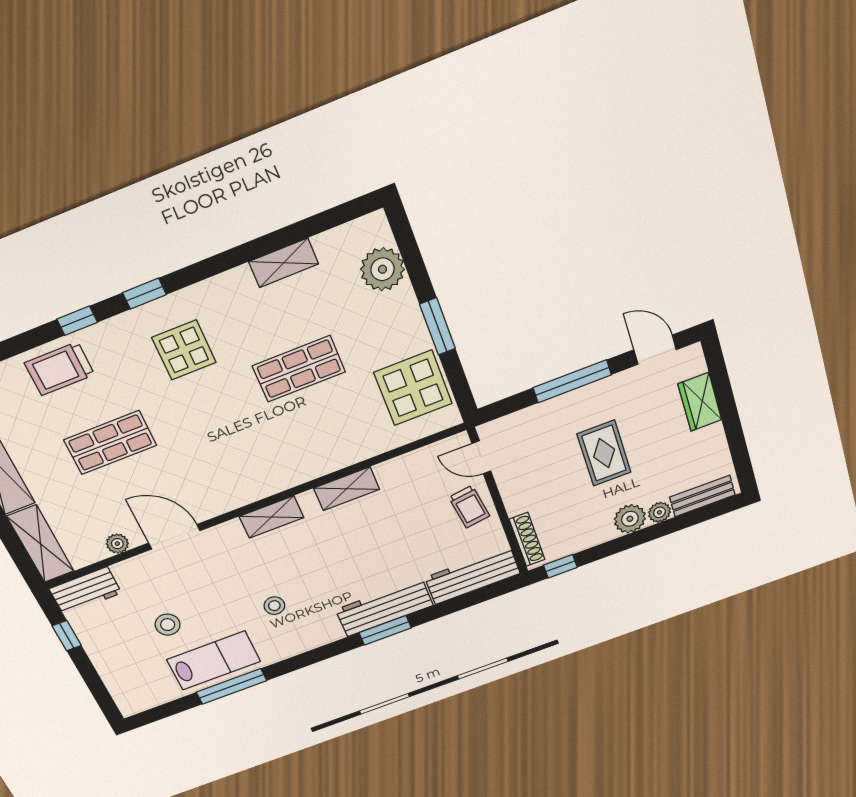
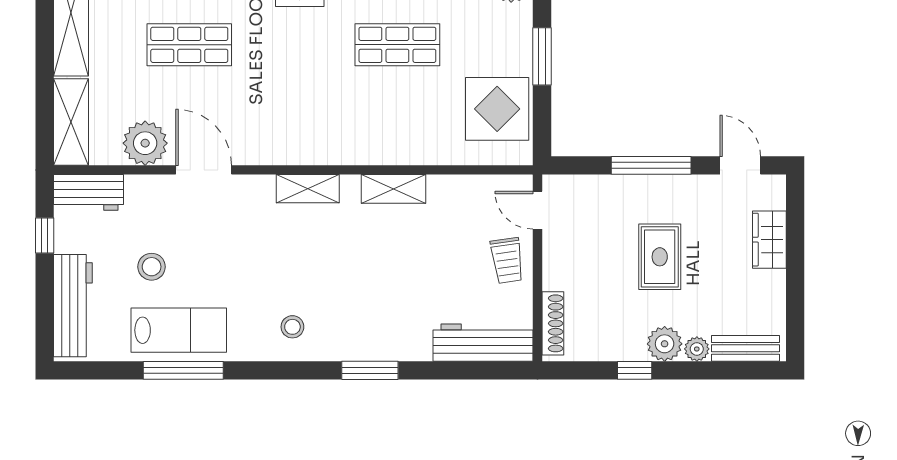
plant: (117, 544) -> (145, 143), width x1.87, depth x1.87
window: (560, 566) -> (635, 370), moved
stool: (274, 606) -> (292, 327), moved
workbench: (384, 607) -> (73, 306), moved, turned 90

